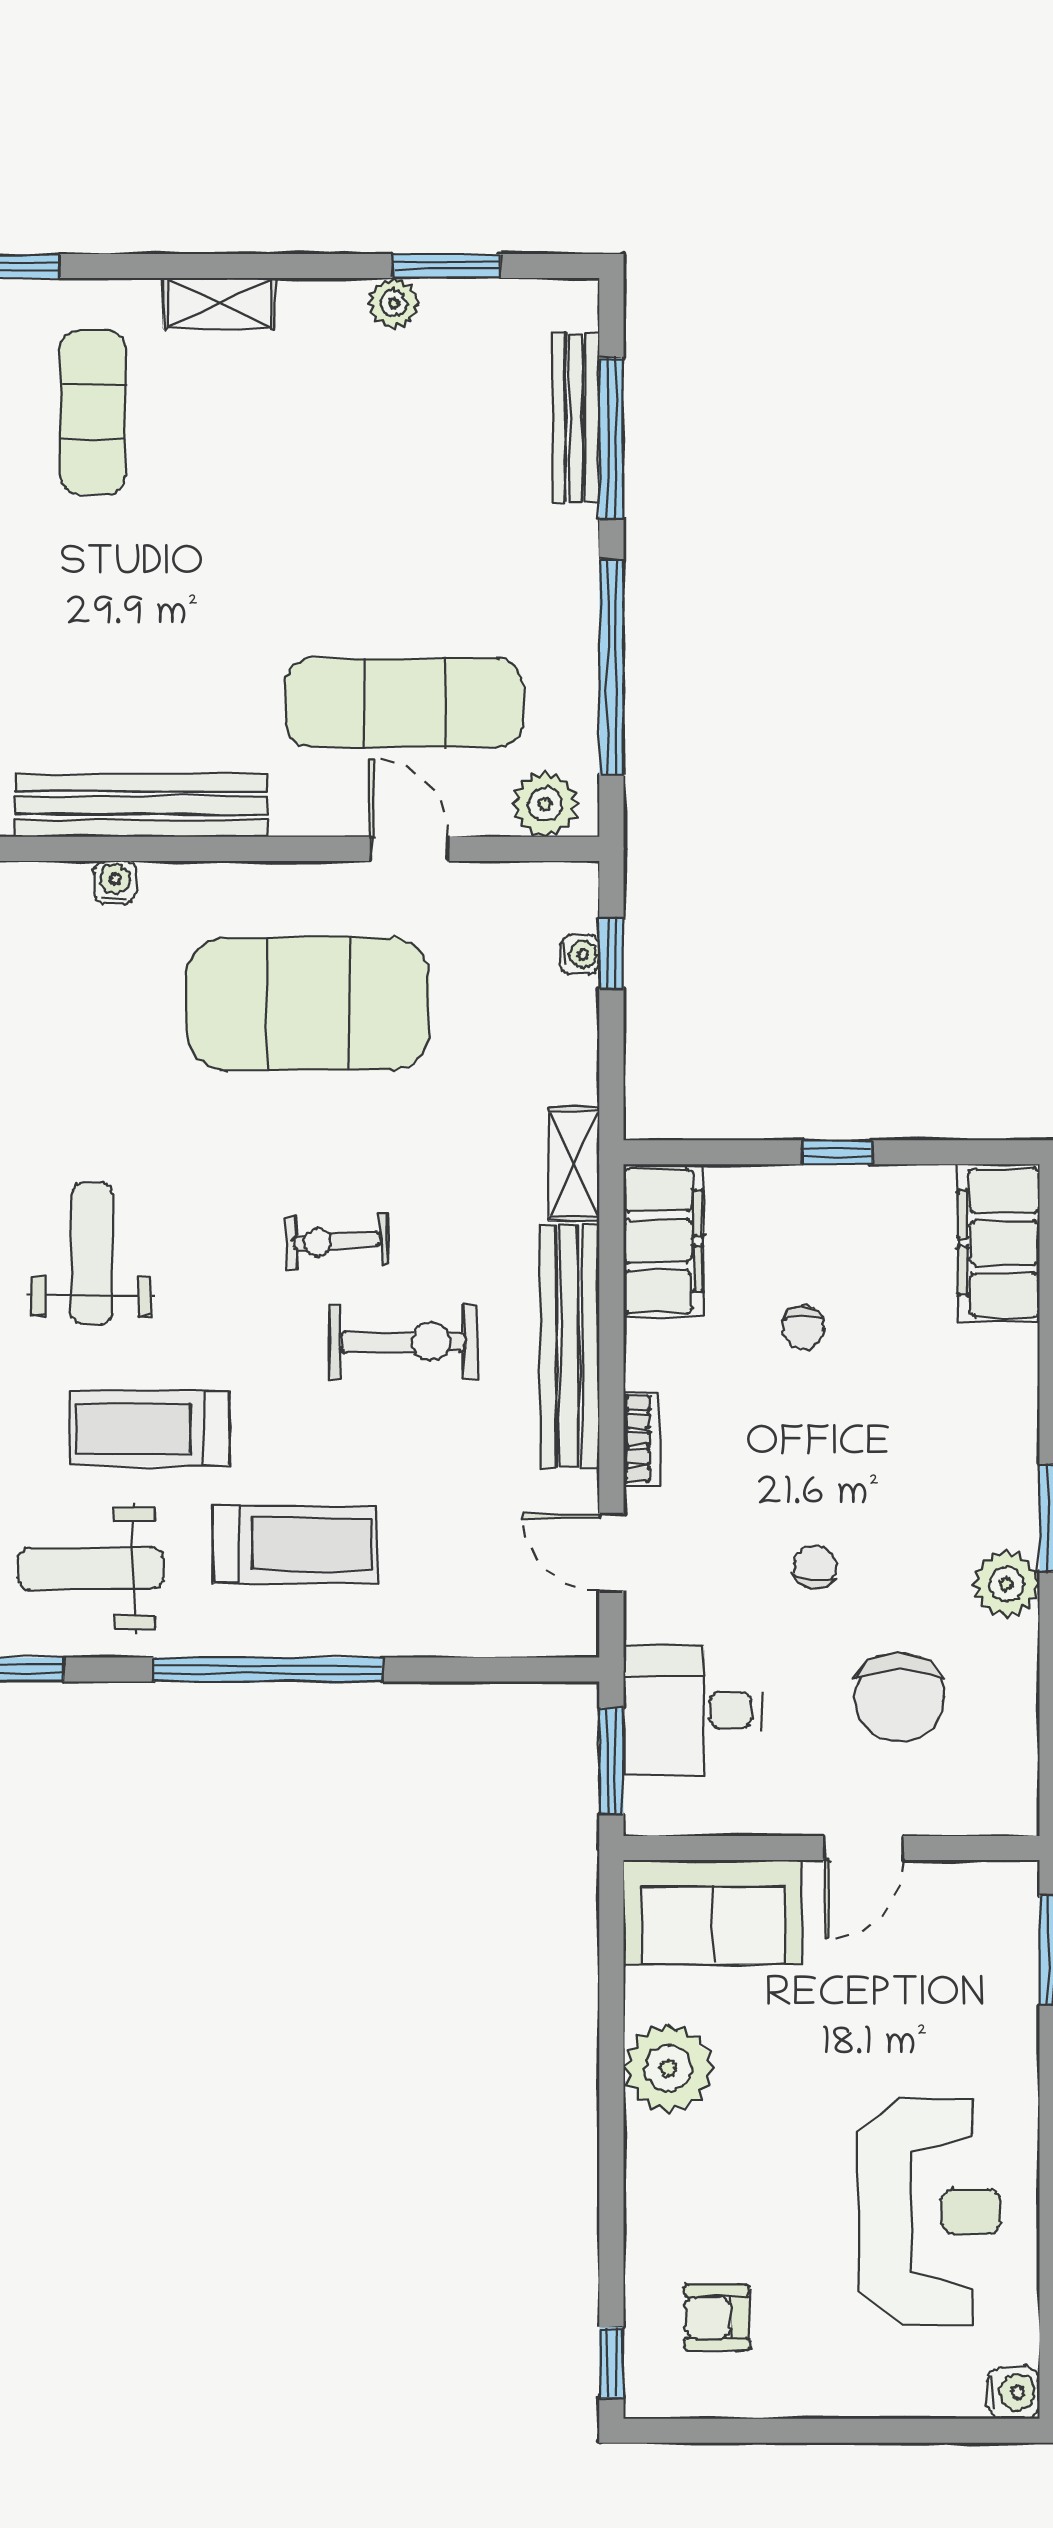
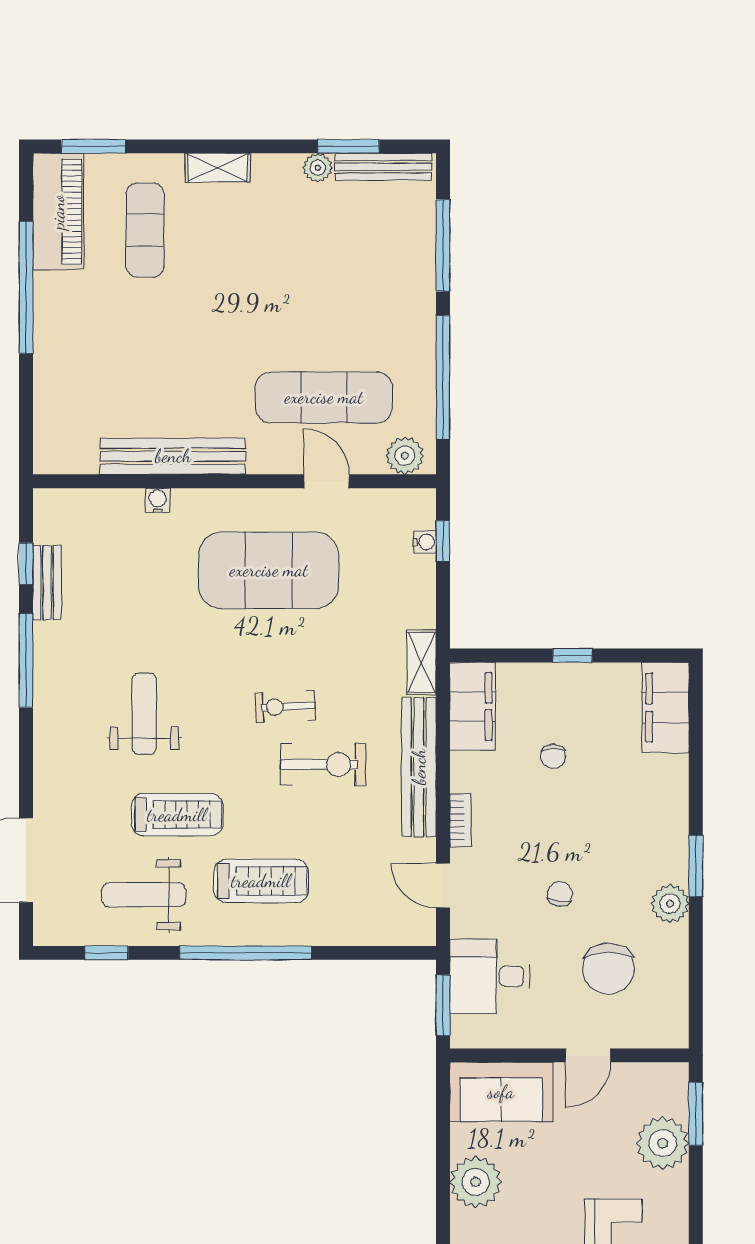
bench: (576, 417) -> (383, 167), moved, turned 90
treadmill: (149, 1429) -> (177, 815), turned 180
plant: (994, 2001) -> (663, 1143), added

